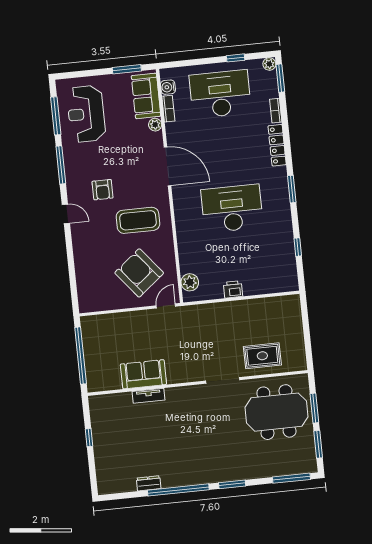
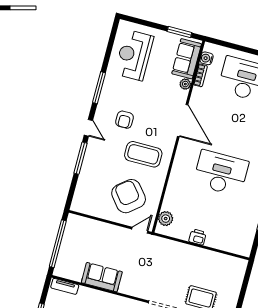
window: (56, 116) -> (80, 158), moved
tv unit: (149, 396) -> (65, 286), moved

